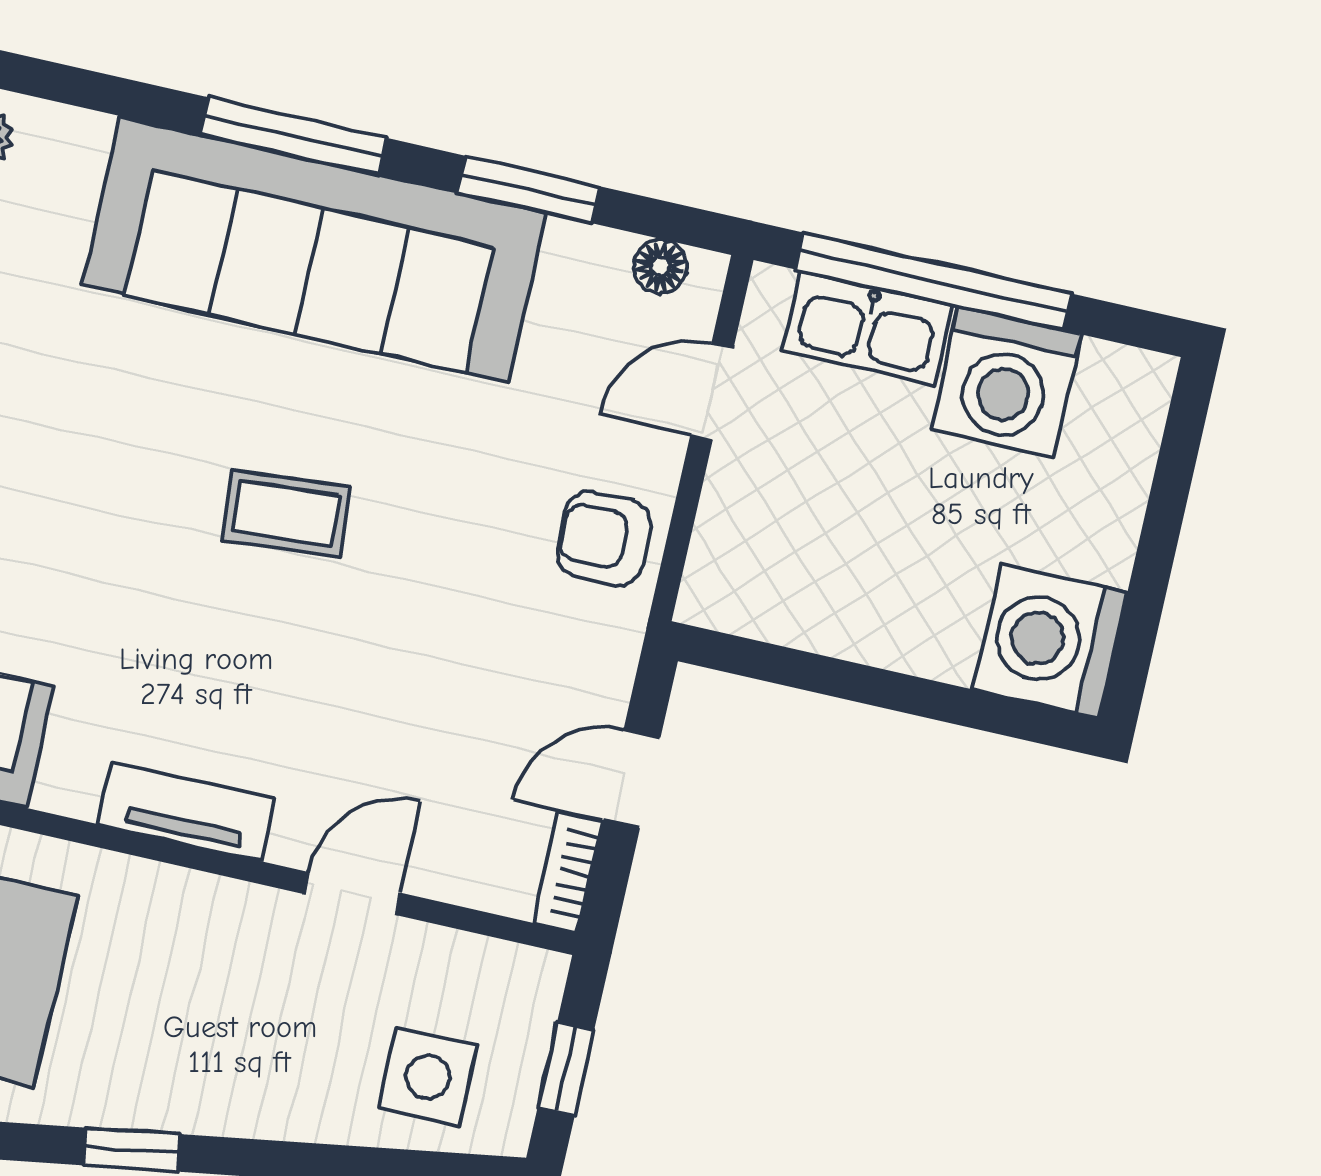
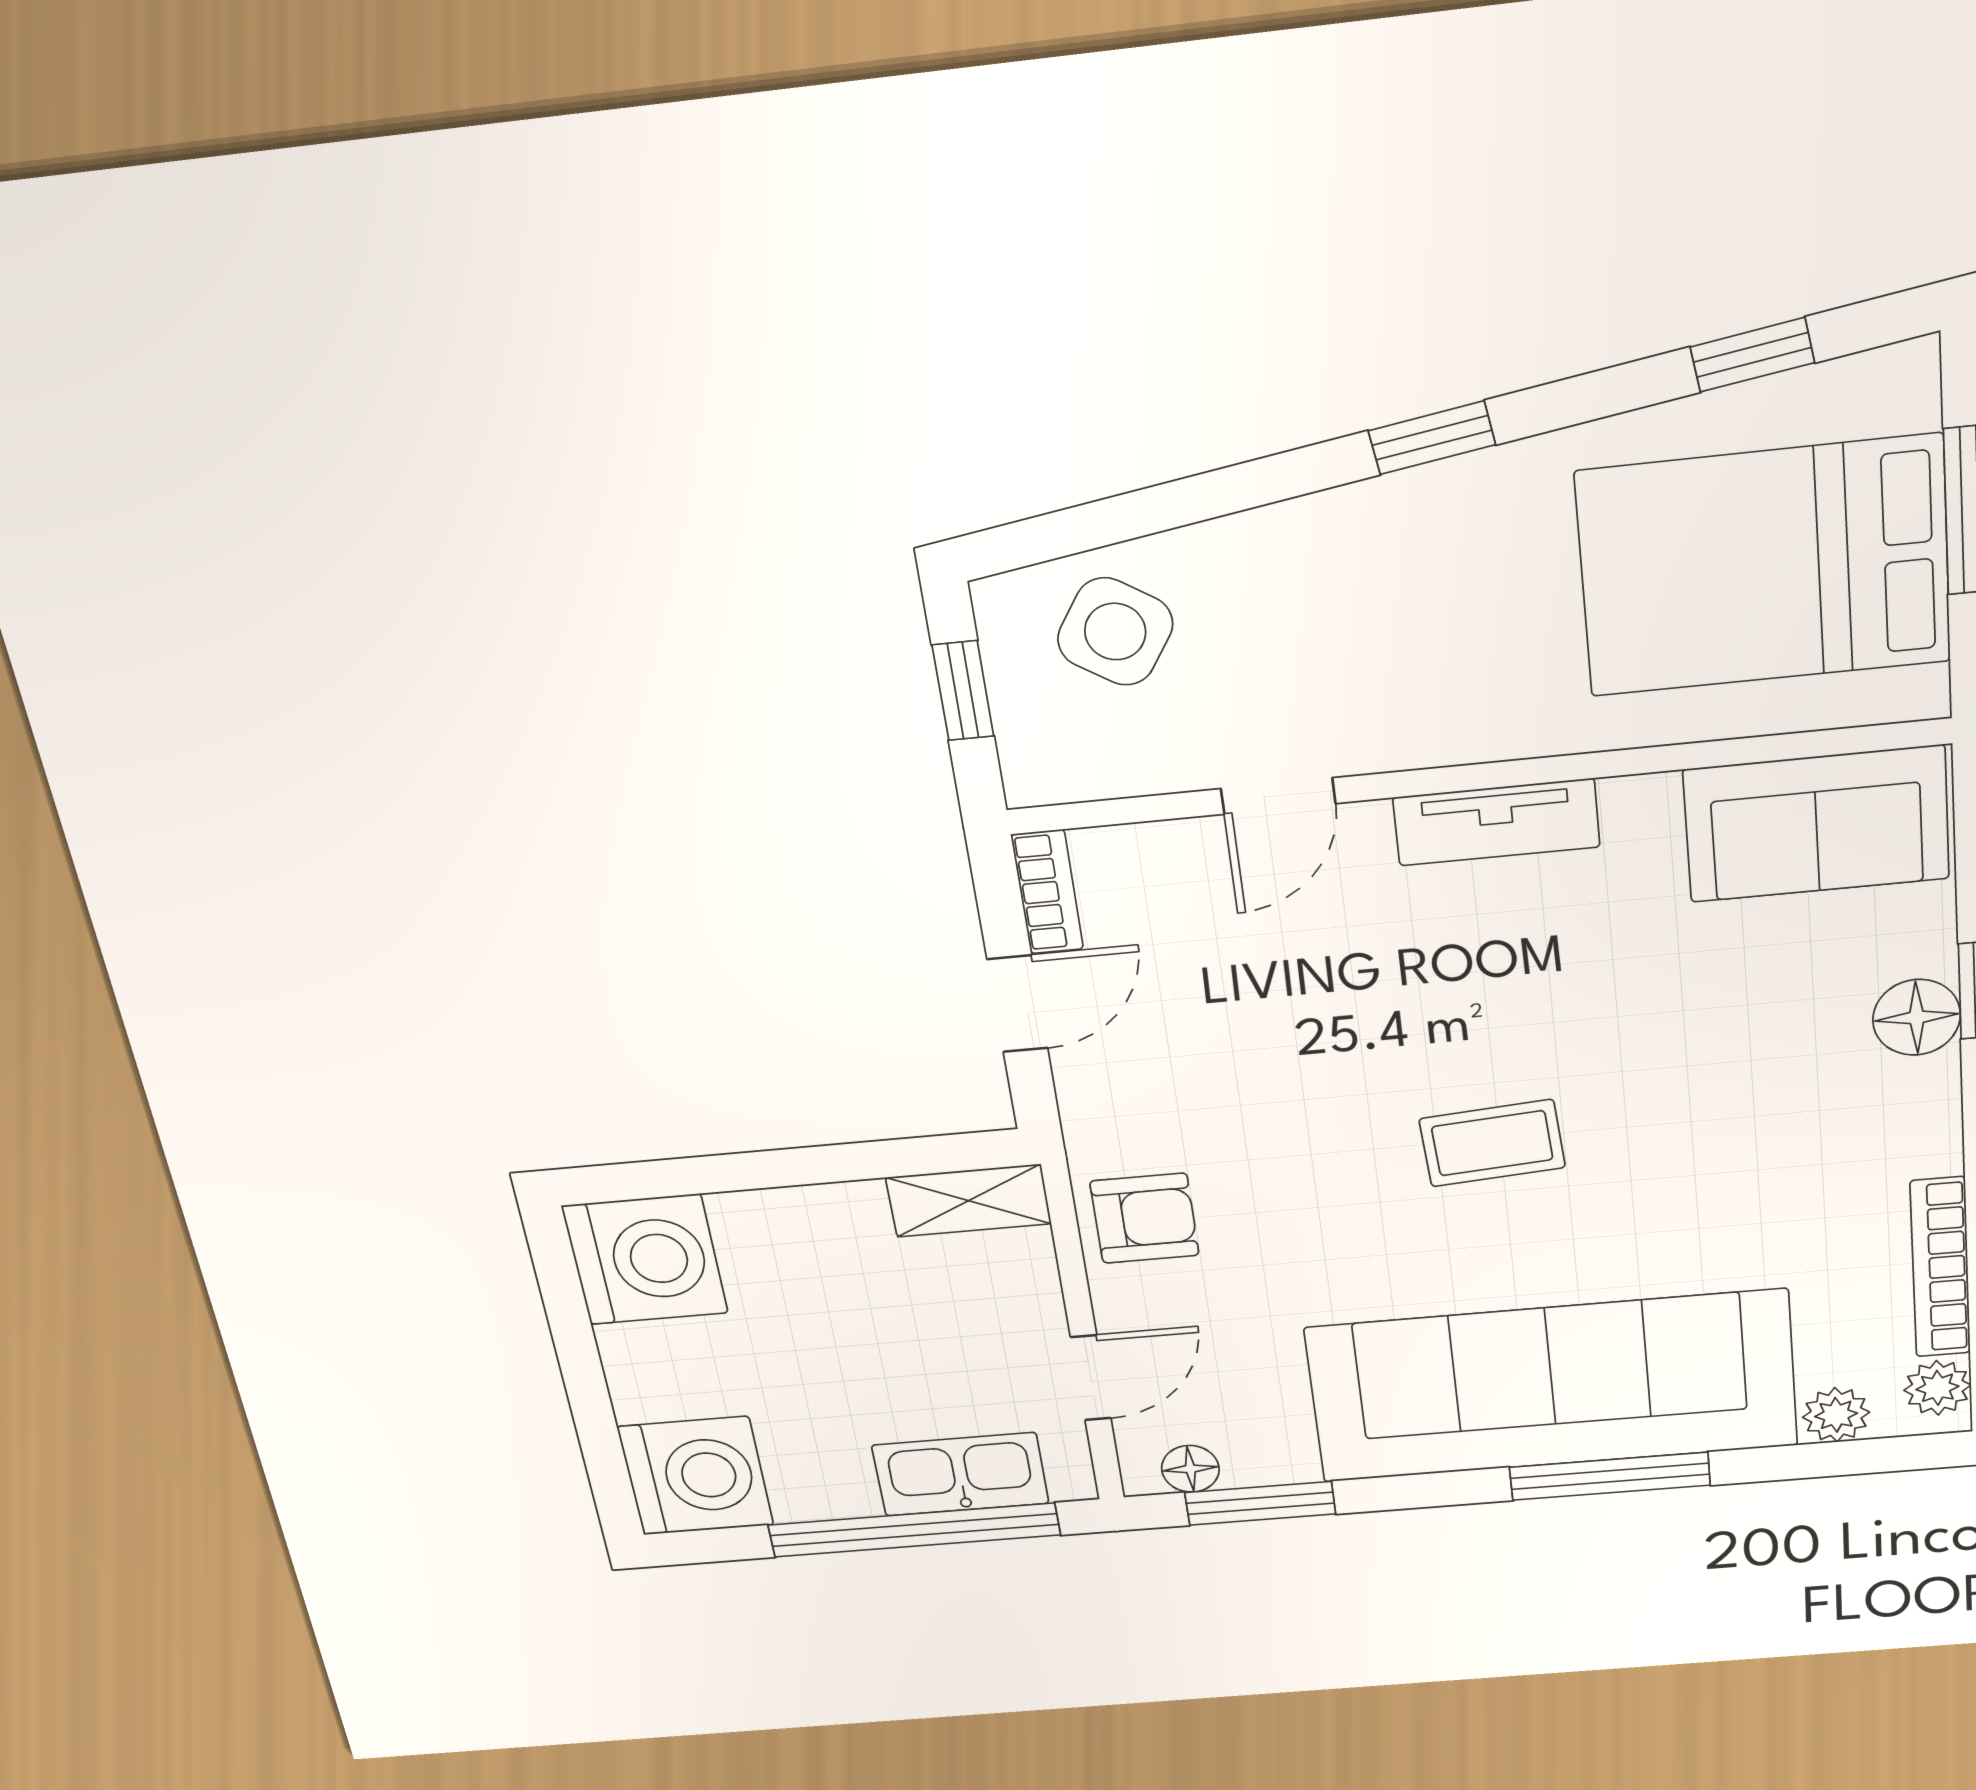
plant: (78, 138) -> (1836, 1415), added
window: (529, 190) -> (1260, 1503), moved
washing machine: (1006, 382) -> (696, 1476), moved, turned 90
shelving: (747, 606) -> (969, 1201), added
side table: (428, 1077) -> (1115, 632), turned 33

